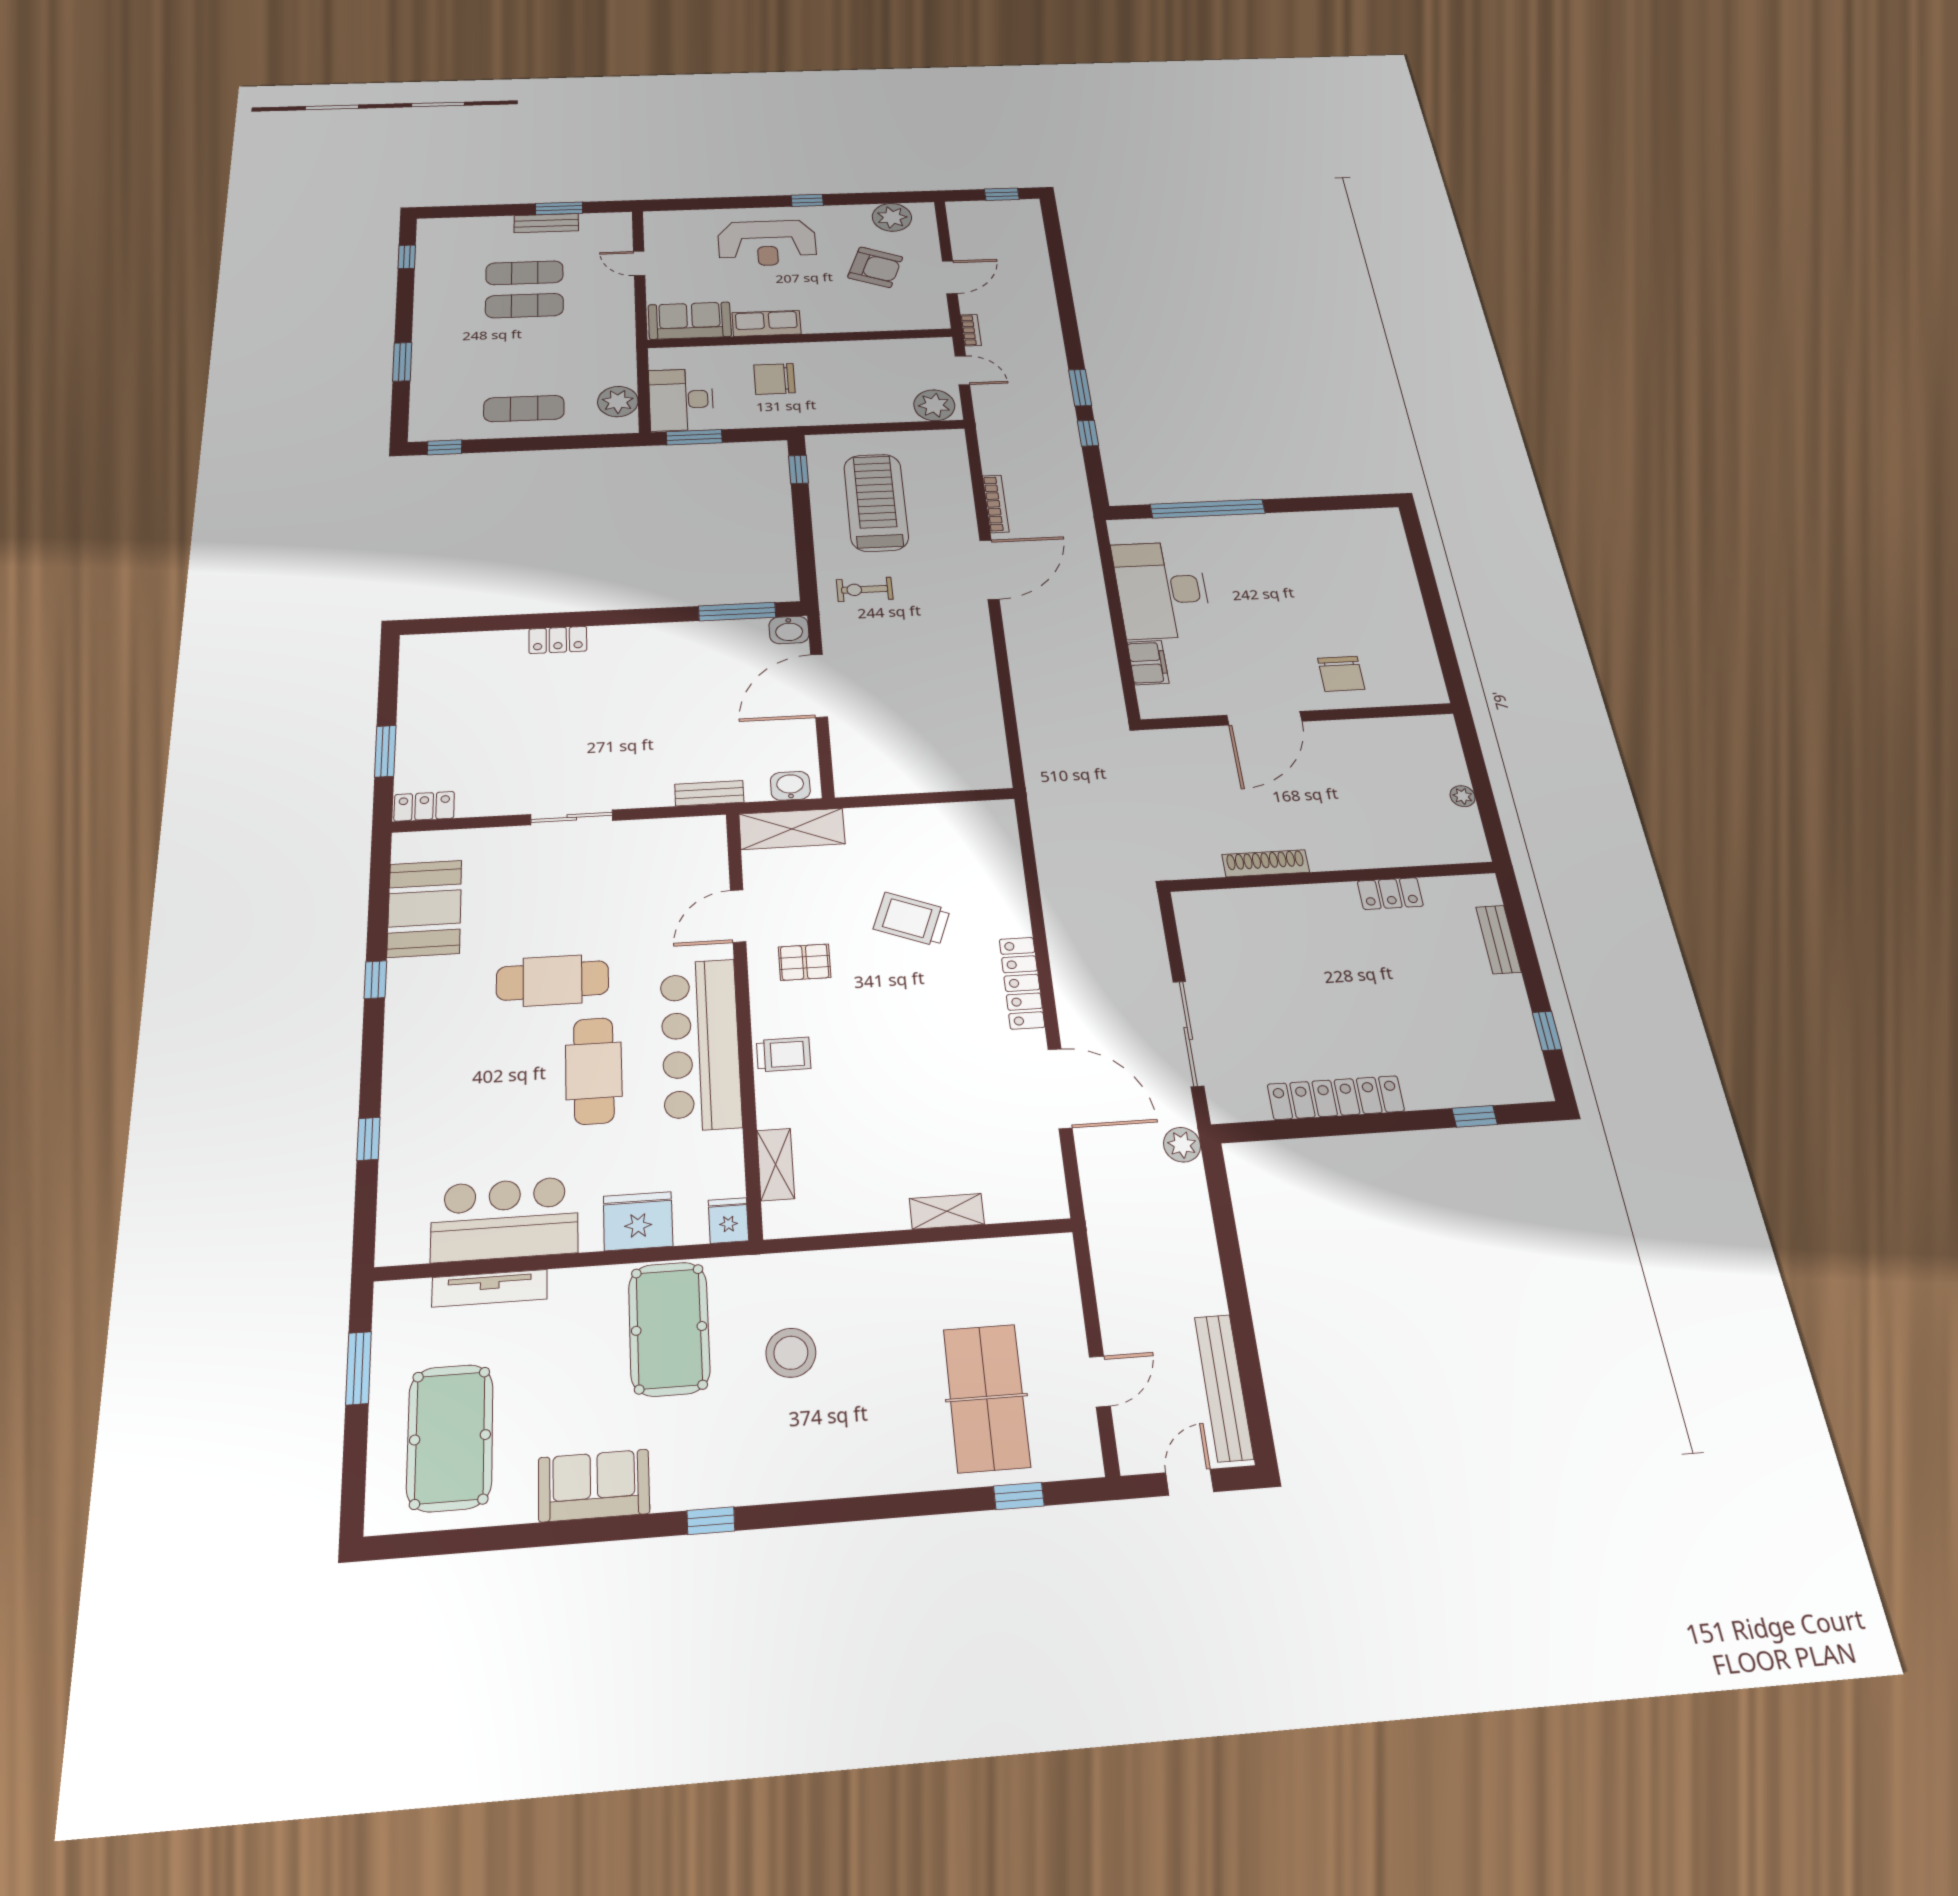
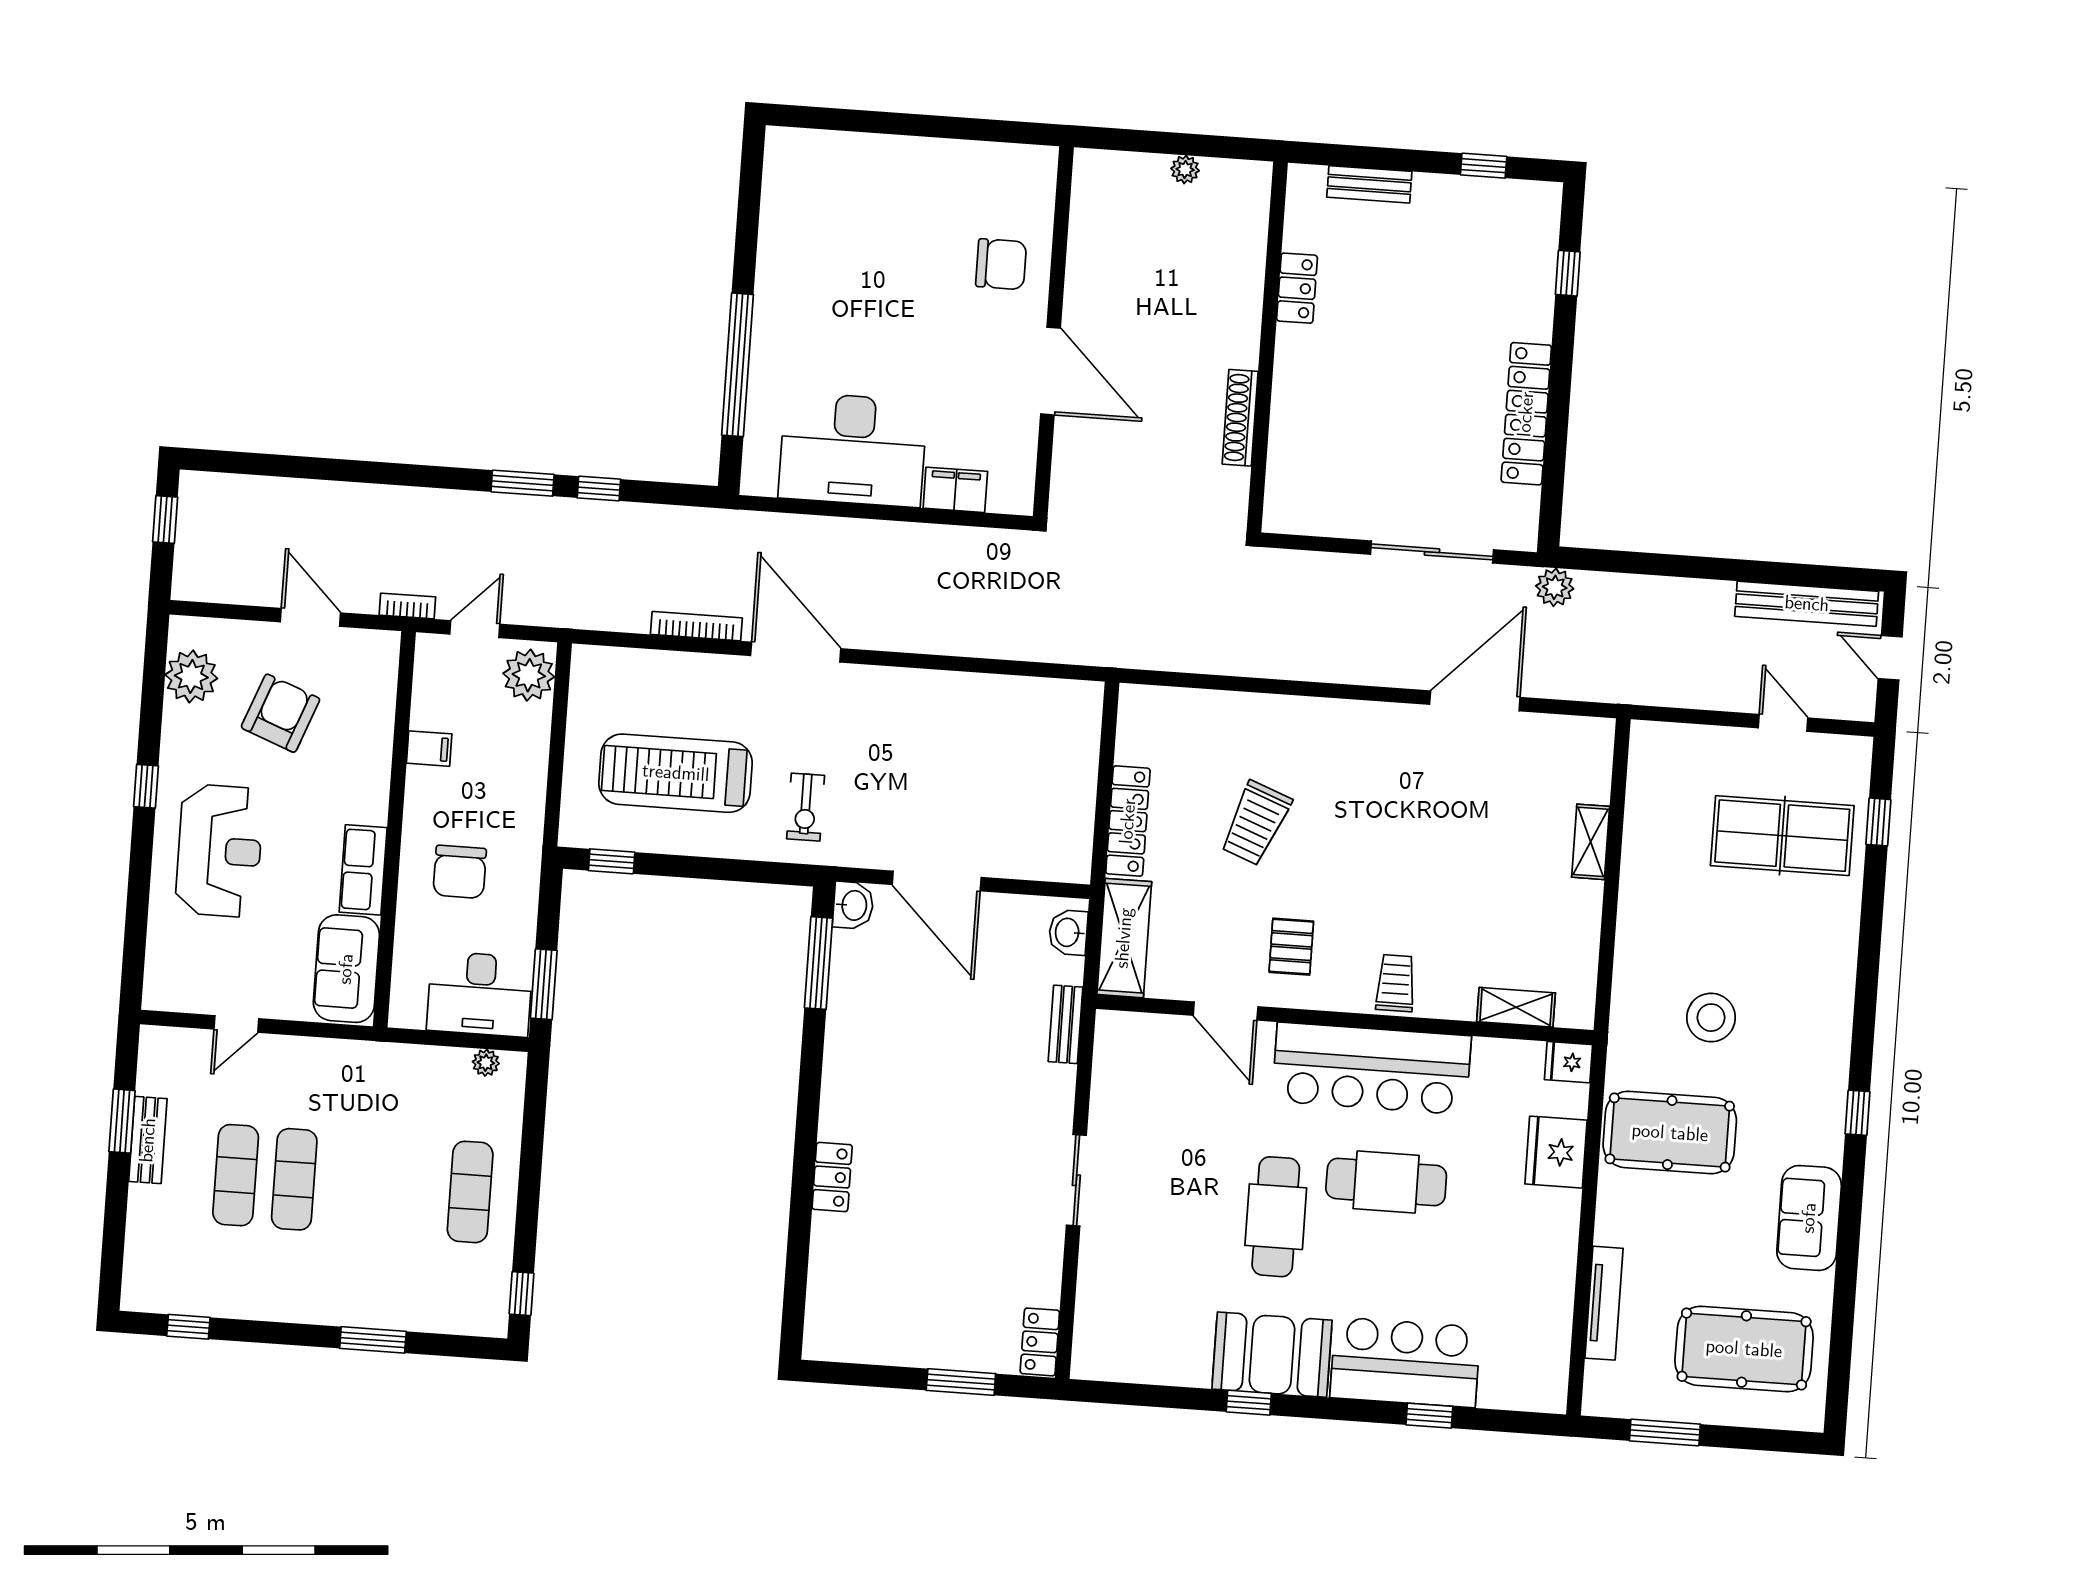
filing cabinet: (866, 352) -> (429, 749), added
plant: (618, 402) -> (486, 1063), width x0.53, depth x0.53
booth: (425, 908) -> (1272, 1355), moved
locker: (1022, 983) -> (1128, 821), moved, turned -90
bar counter: (505, 1219) -> (1405, 1362), moved, turned 90

